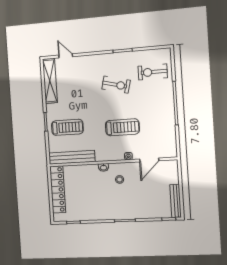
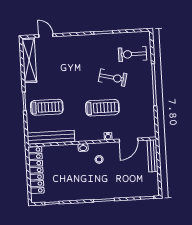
exercise bike: (116, 85) -> (113, 78), moved
bench: (176, 201) -> (152, 156), moved

